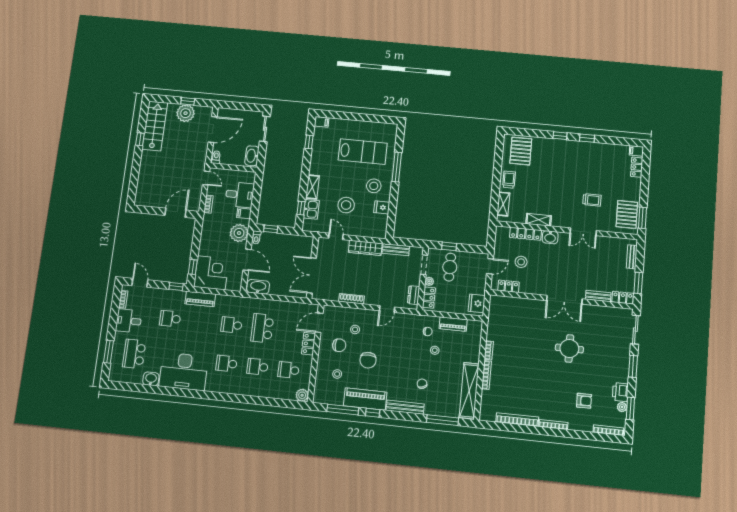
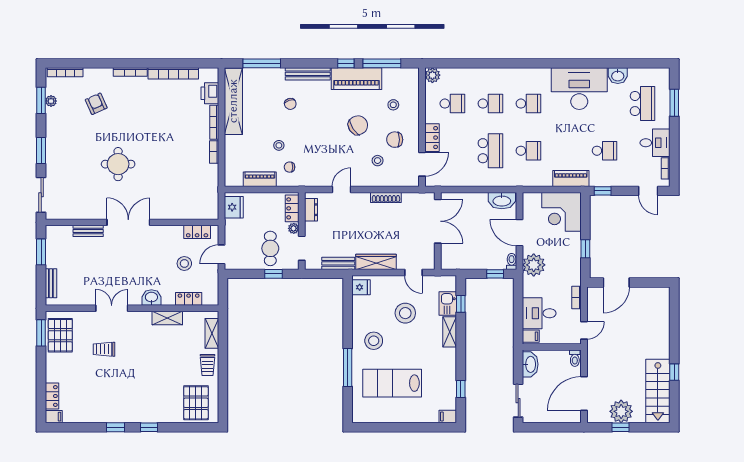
door: (206, 178) -> (584, 330), swing flipped
fridge: (382, 207) -> (361, 287), moved
filing cabinet: (244, 213) -> (531, 336), moved
locker: (525, 234) -> (189, 299), width x0.66
window: (193, 267) -> (585, 249), moved
locker: (623, 298) -> (59, 232), removed
chair: (368, 360) -> (358, 125), turned 57
printer: (620, 392) -> (210, 93), moved, turned 180
armchair: (584, 401) -> (96, 104), turned 66

